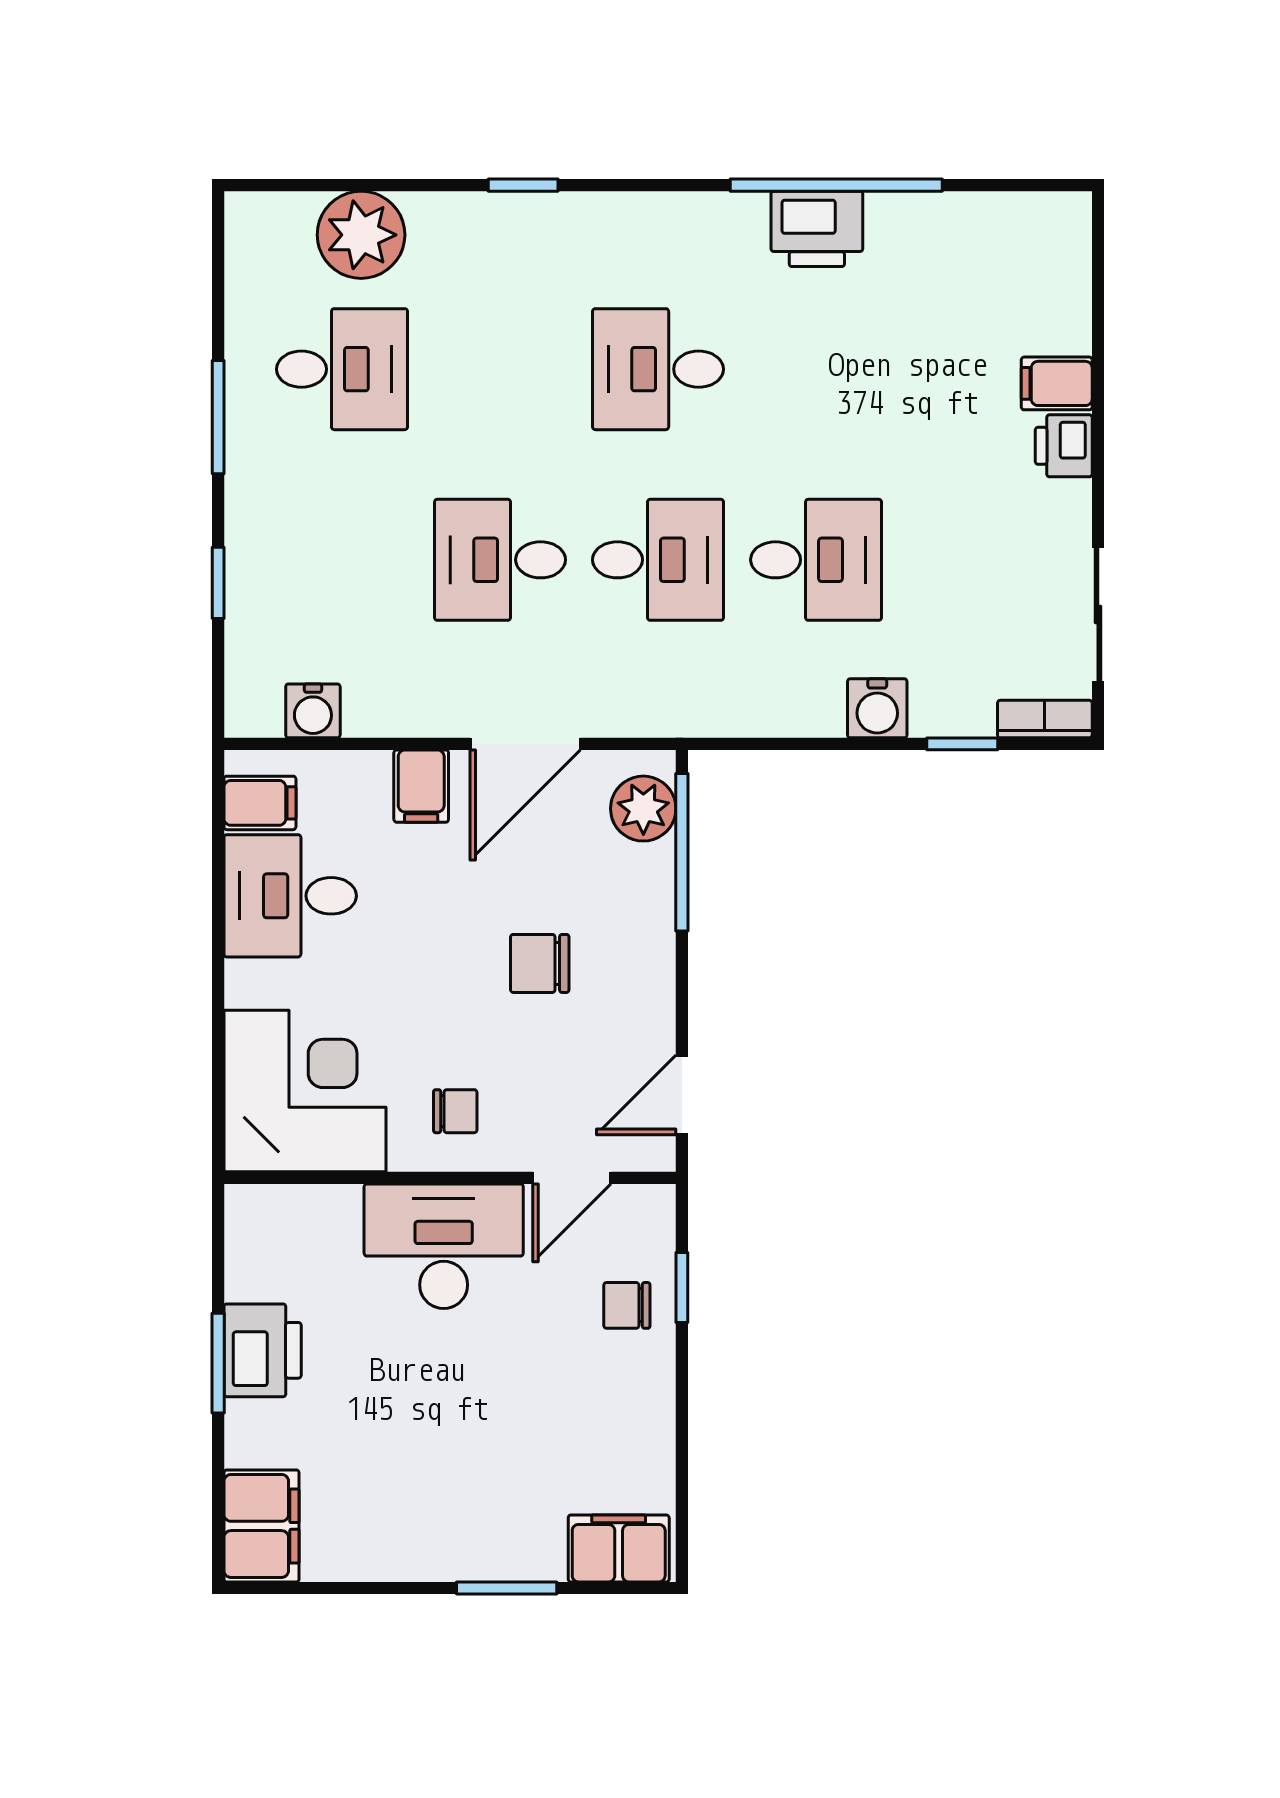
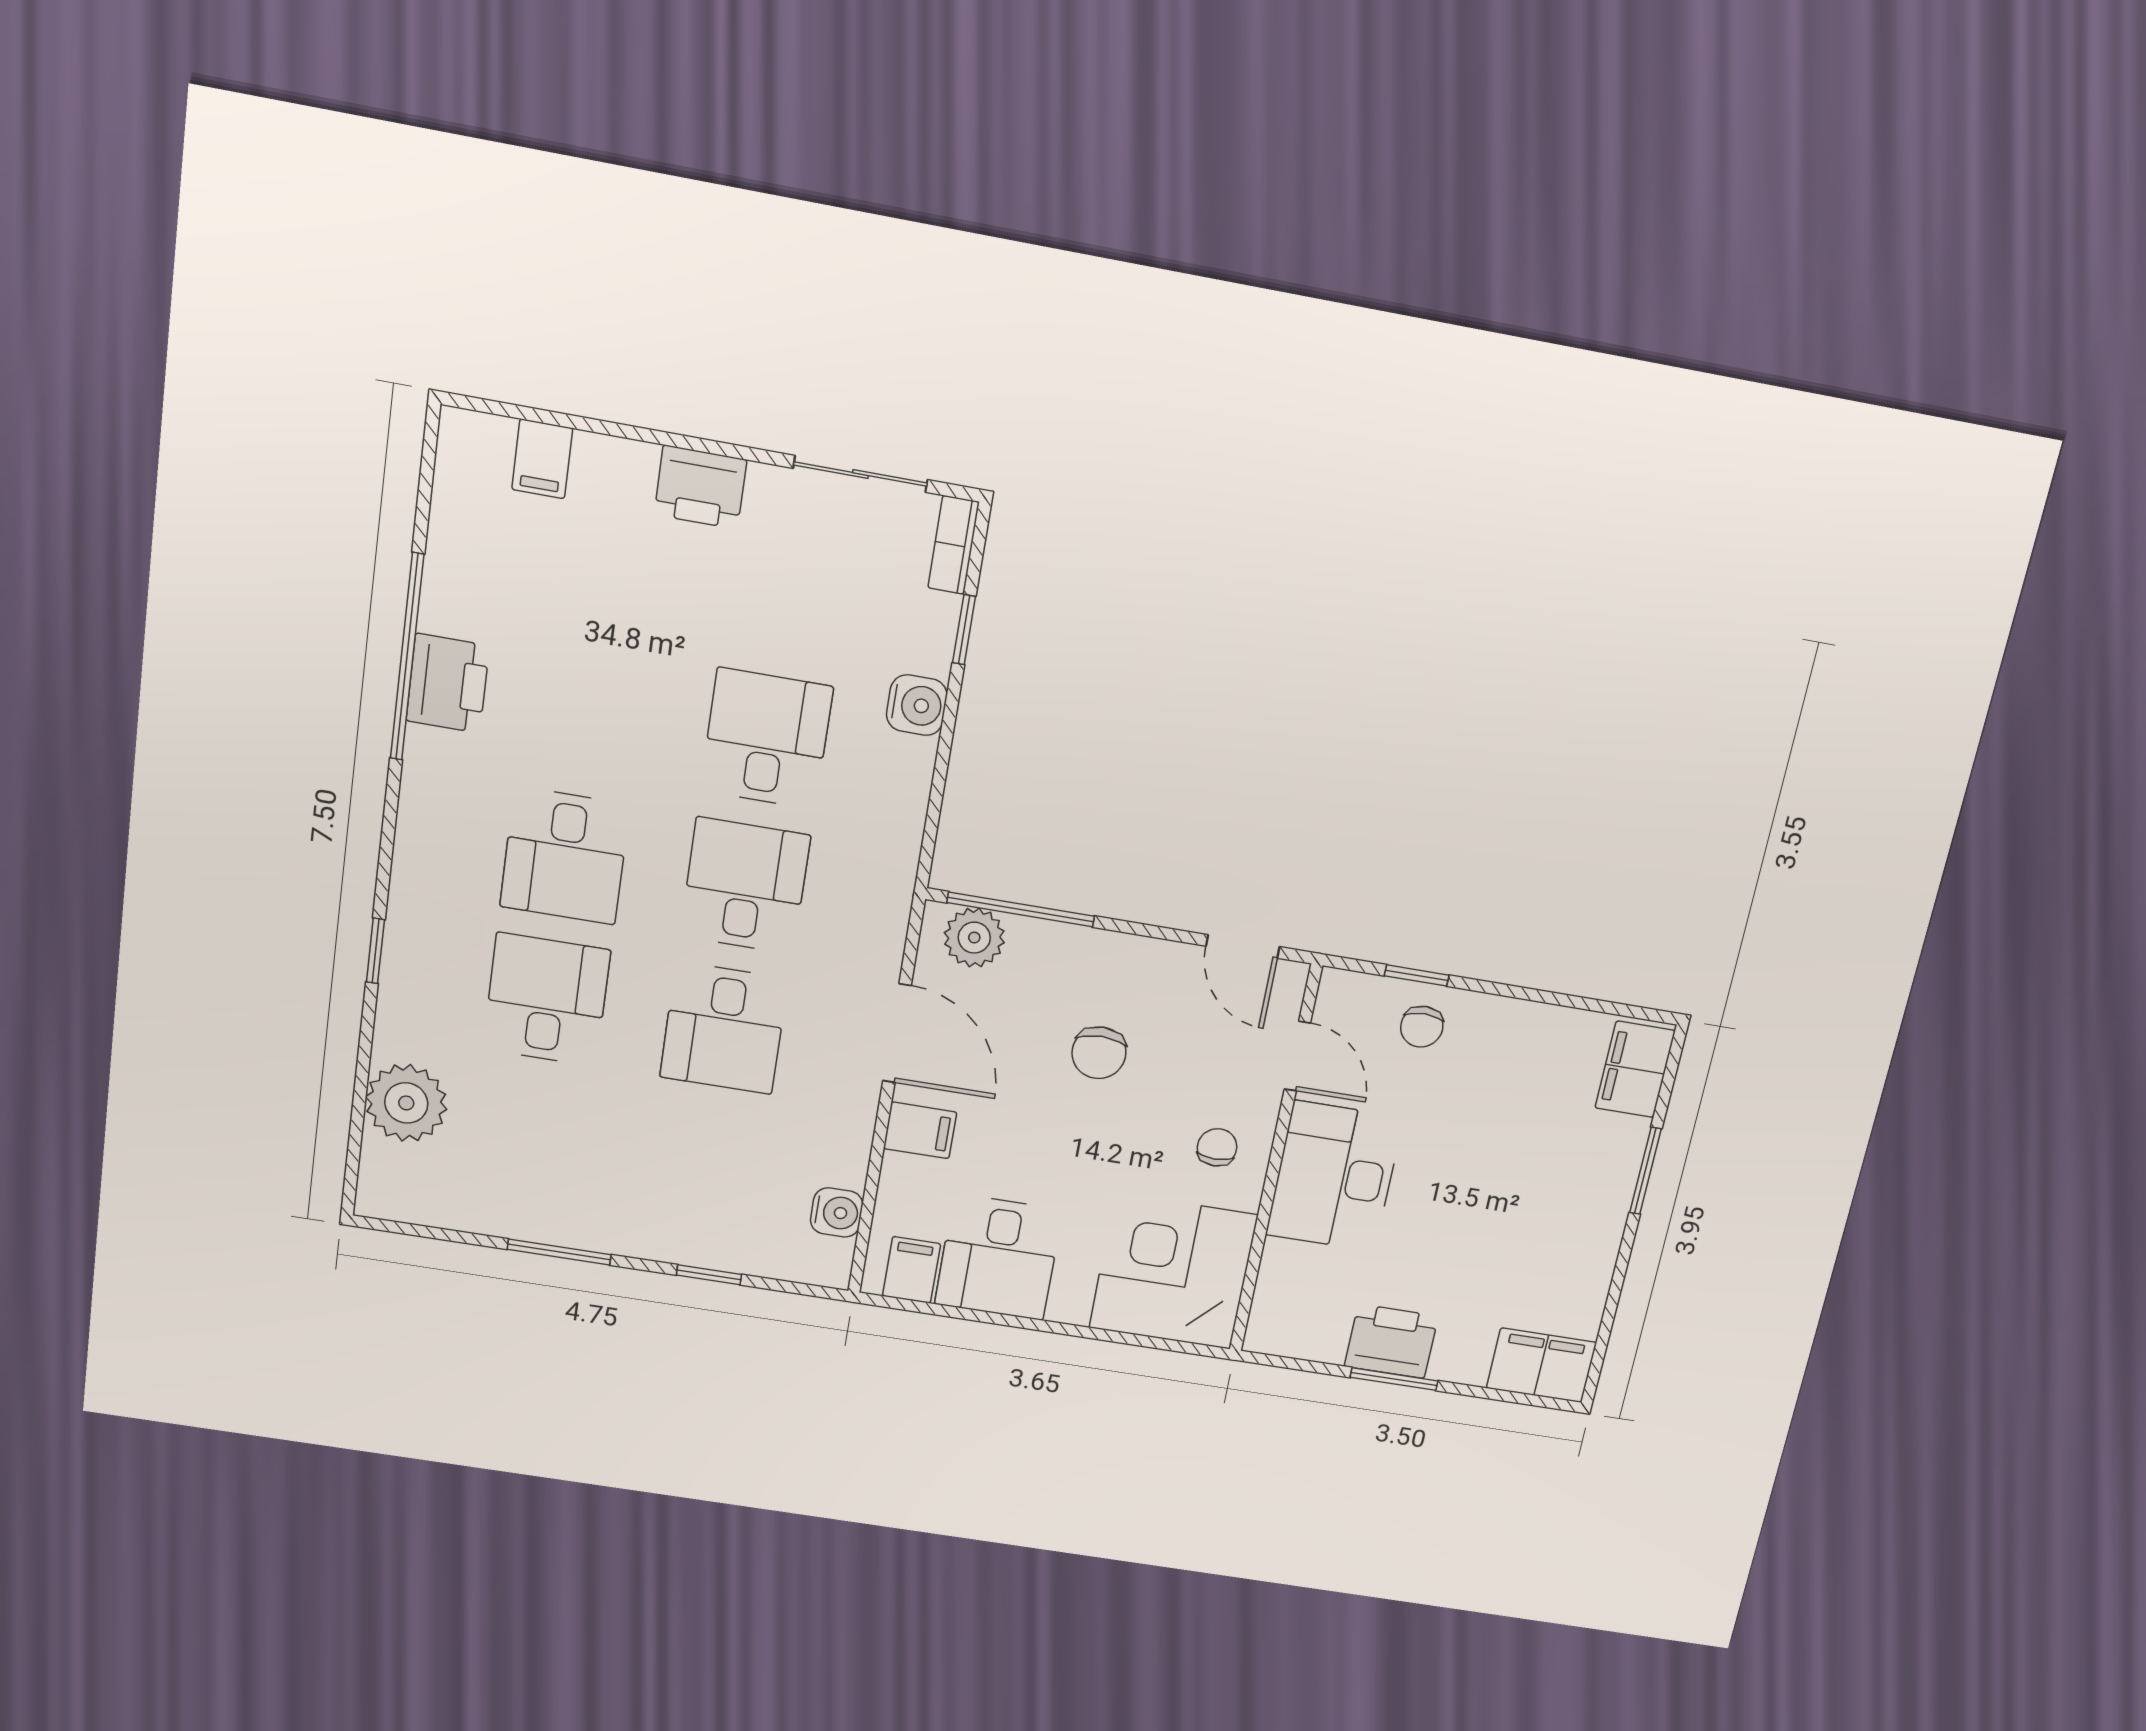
desk: (342, 369) -> (547, 1000), moved
filing cabinet: (1057, 383) -> (542, 459), moved
printer: (1064, 446) -> (700, 487), width x1.36, depth x1.24

